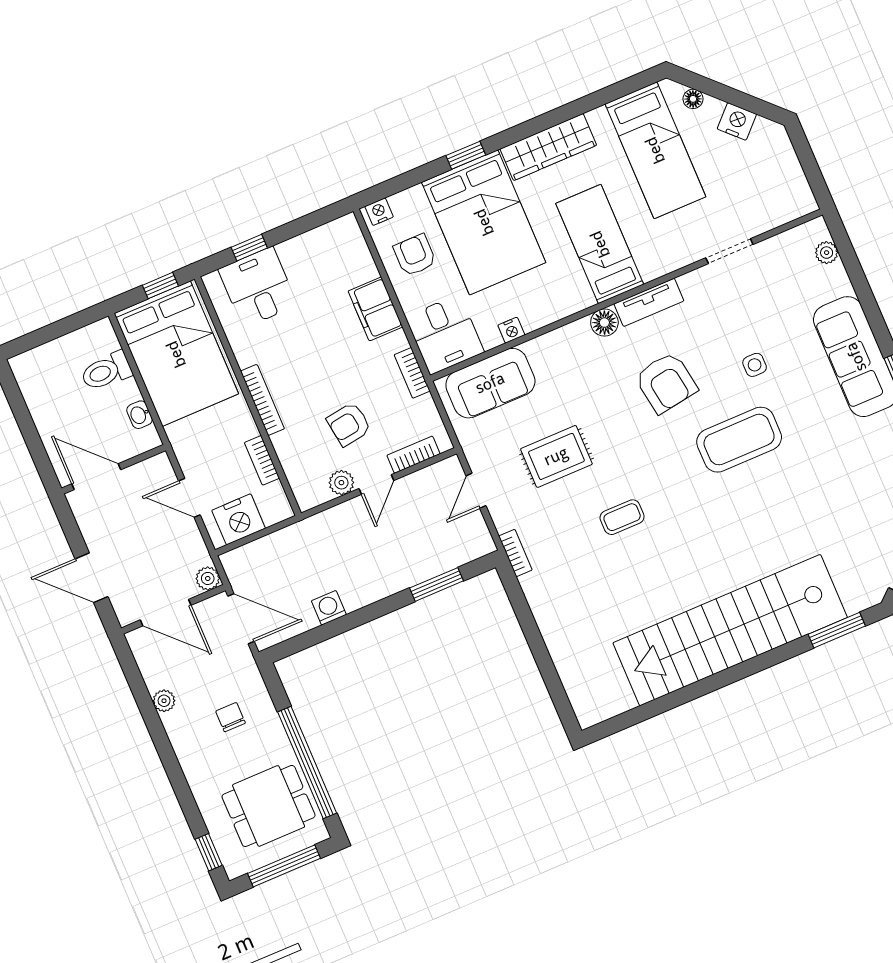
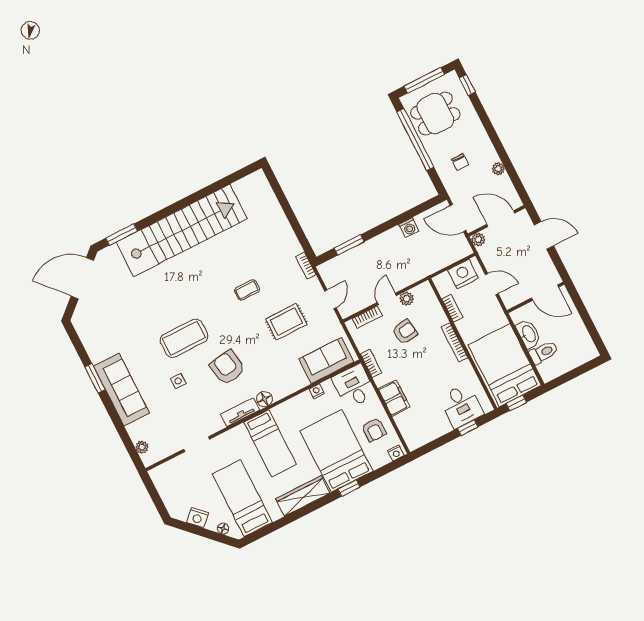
washbasin: (140, 415) -> (528, 334), width x1.91, depth x1.45

